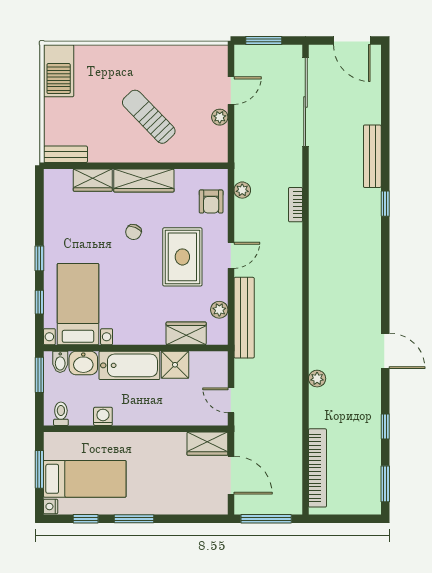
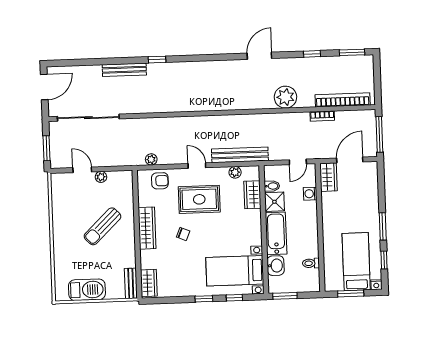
barbecue: (59, 71) -> (87, 290), moved
wardrobe: (93, 180) -> (149, 283), moved
bookcase: (295, 205) -> (322, 116), moved
bidet: (60, 362) -> (272, 186), moved
plant: (317, 379) -> (285, 97), width x1.87, depth x1.87
toilet: (61, 414) -> (311, 263), moved
washing machine: (103, 416) -> (310, 194), moved

